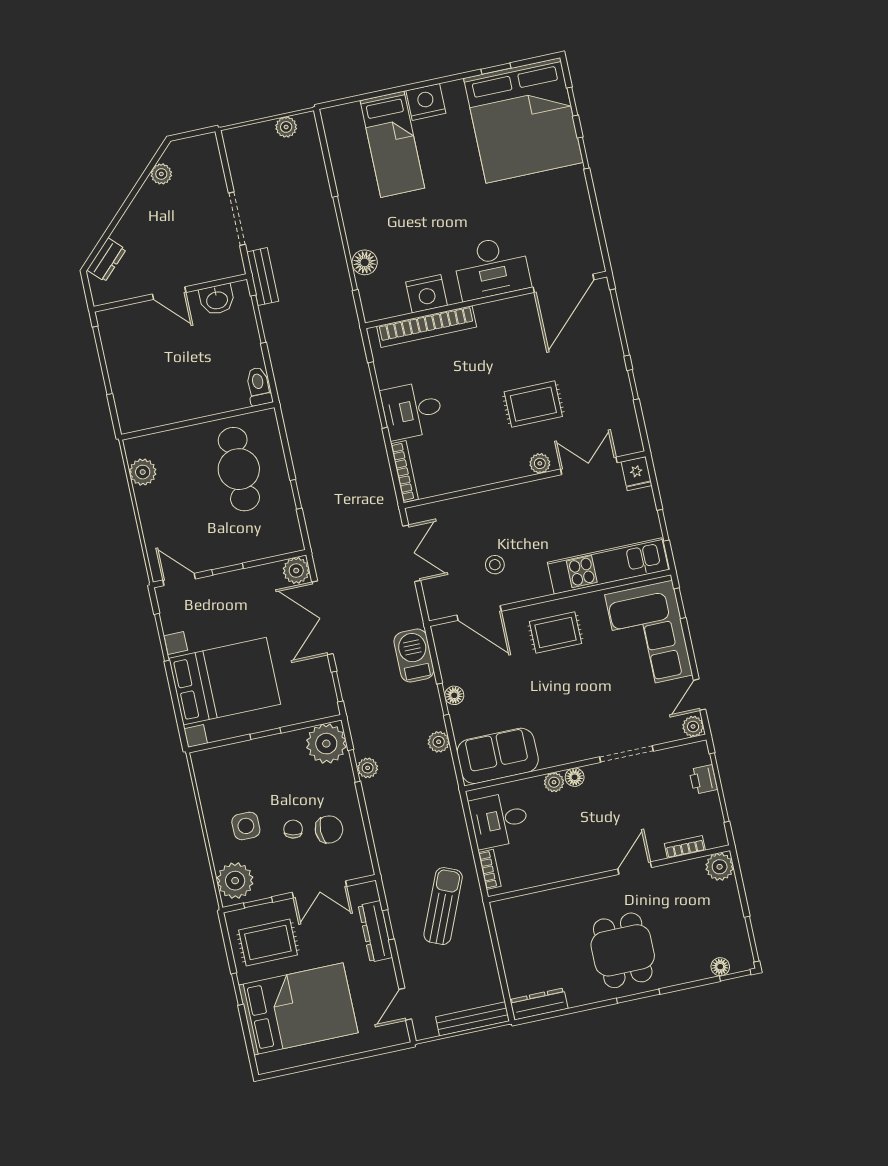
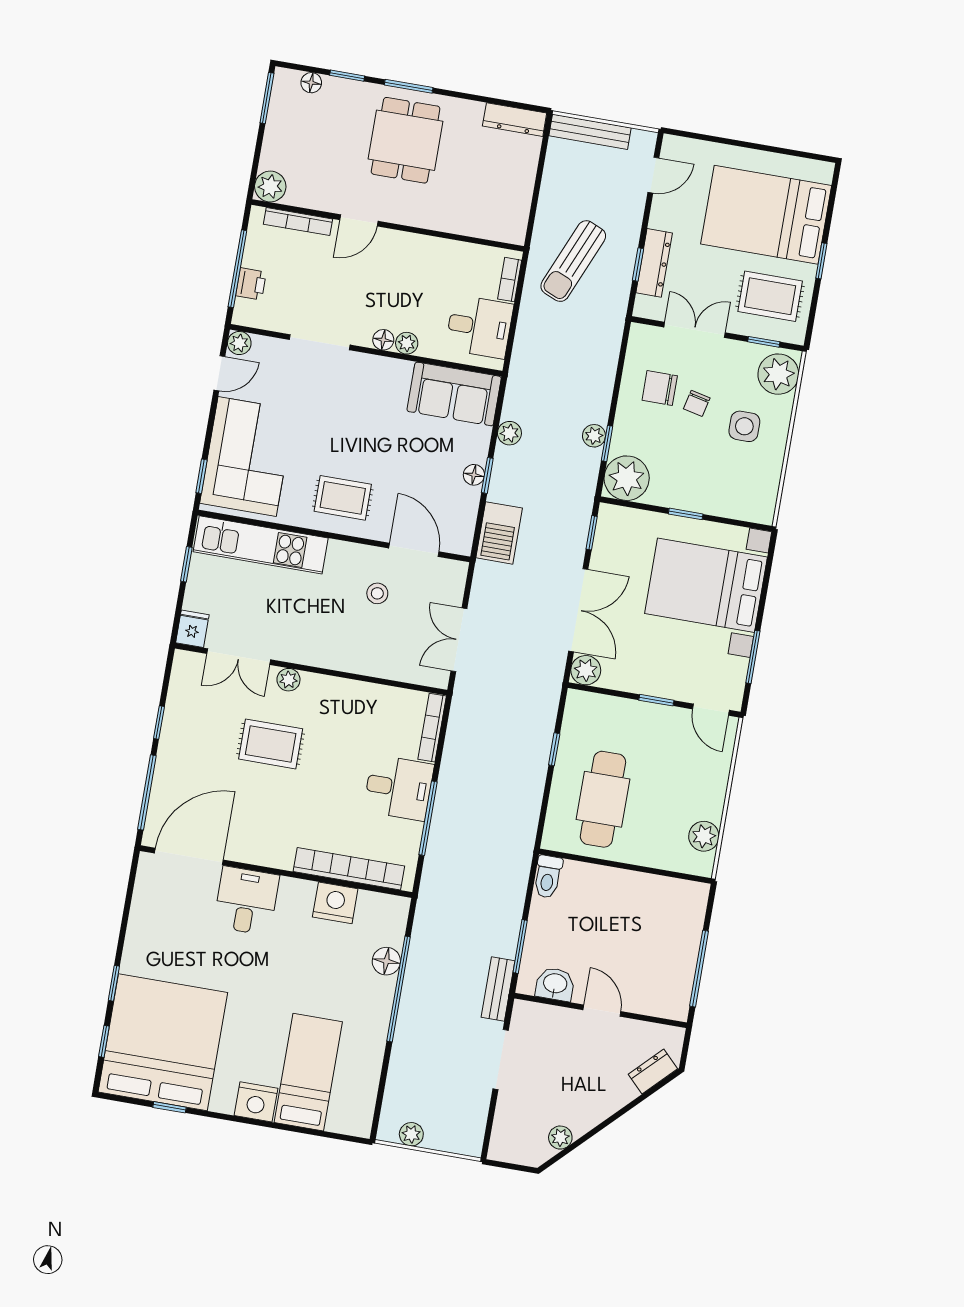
desk: (492, 268) -> (246, 901), width x0.73
bookcase: (685, 847) -> (298, 222), width x1.56
window: (735, 975) -> (347, 76), moved

